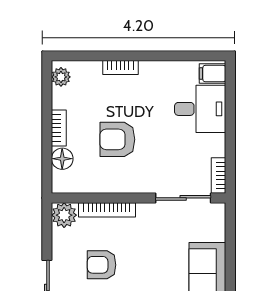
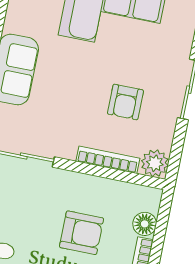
armchair: (102, 265) -> (125, 102), turned 90

